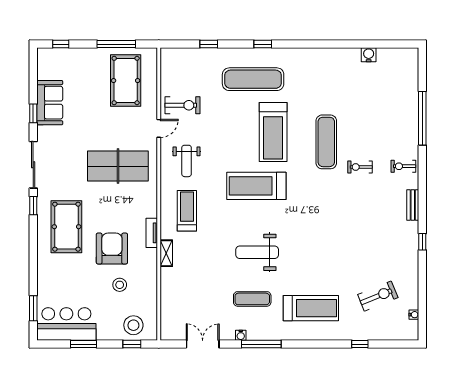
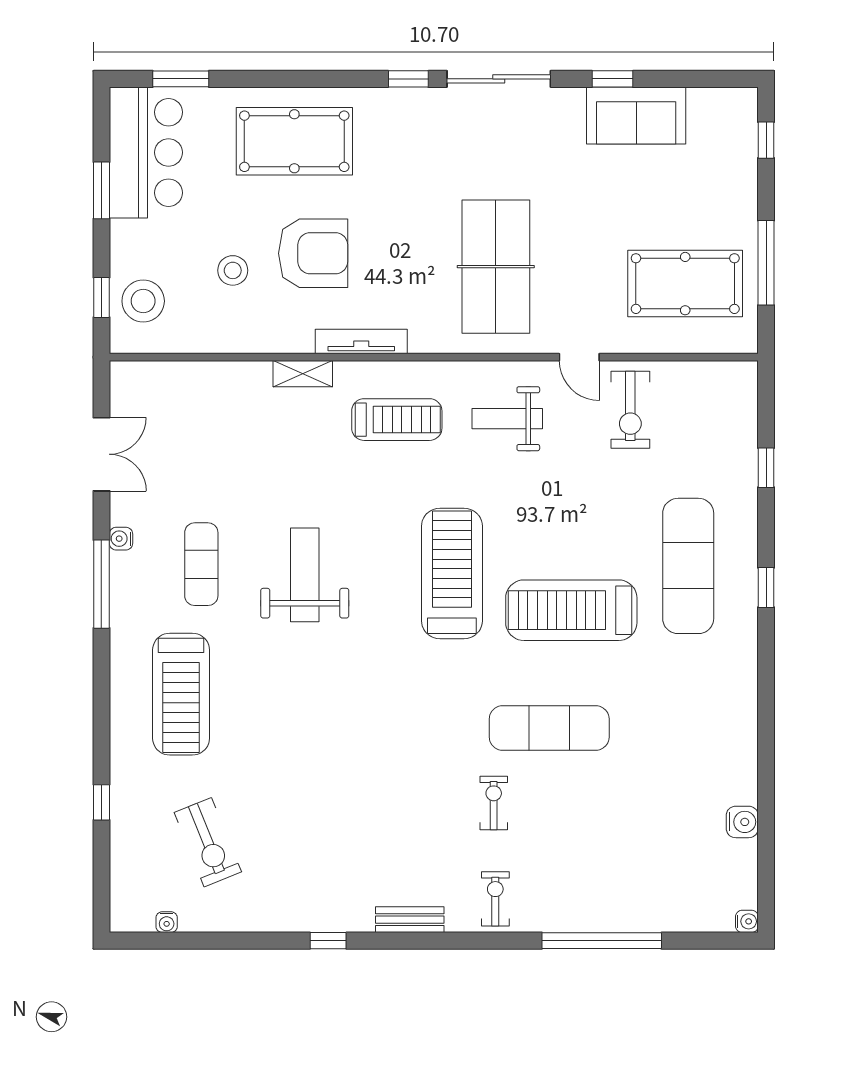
water cooler: (414, 53) -> (747, 921), added
pool table: (66, 227) -> (294, 141), moved
tv unit: (152, 233) -> (361, 341), width x1.41

